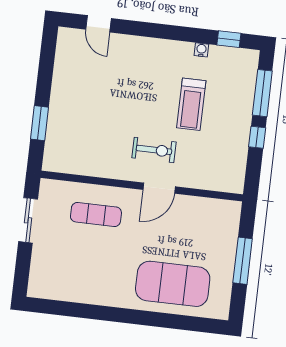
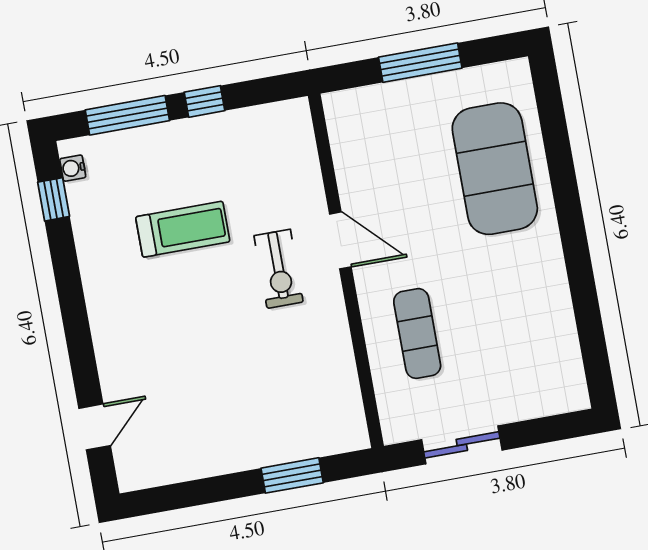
water cooler: (201, 50) -> (73, 168), moved
exercise bike: (154, 150) -> (279, 269), turned 180

